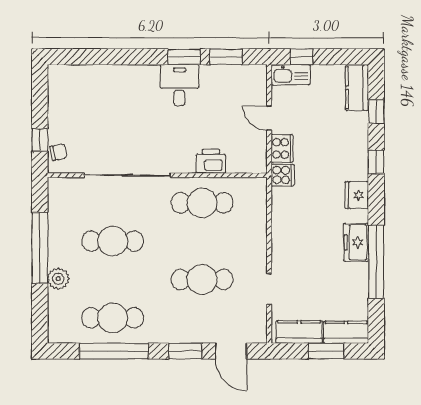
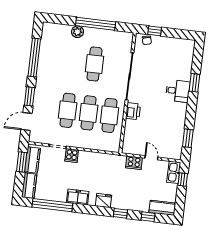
window: (184, 57) -> (194, 83), moved
desk: (179, 85) -> (178, 91), moved
door: (269, 118) -> (151, 158), hinge flipped
printer: (211, 161) -> (133, 111), moved
cooker: (283, 175) -> (72, 156), moved
window: (376, 262) -> (52, 205), moved
cafe table: (113, 318) -> (89, 113), moved
window: (326, 351) -> (22, 162), moved

